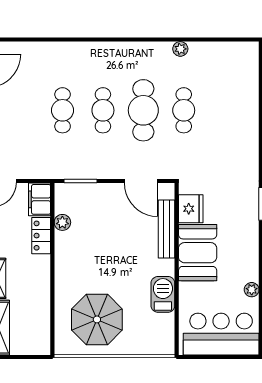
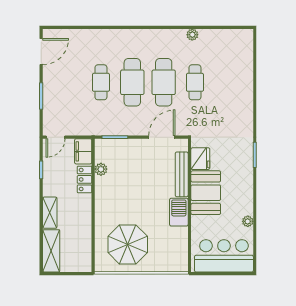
cafe table: (103, 110) -> (132, 82), width x1.37, depth x1.35
door: (141, 181) -> (162, 137), swing flipped
barbecue: (163, 294) -> (179, 212), moved

